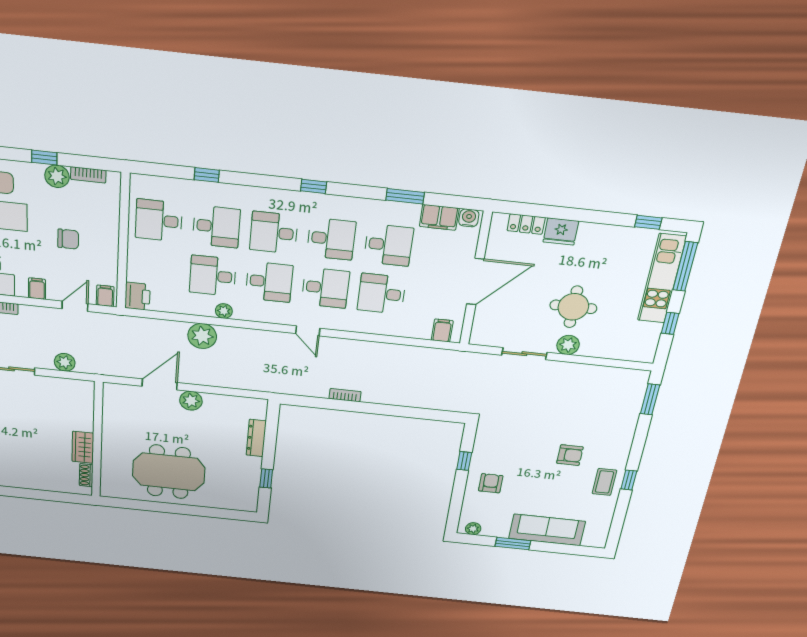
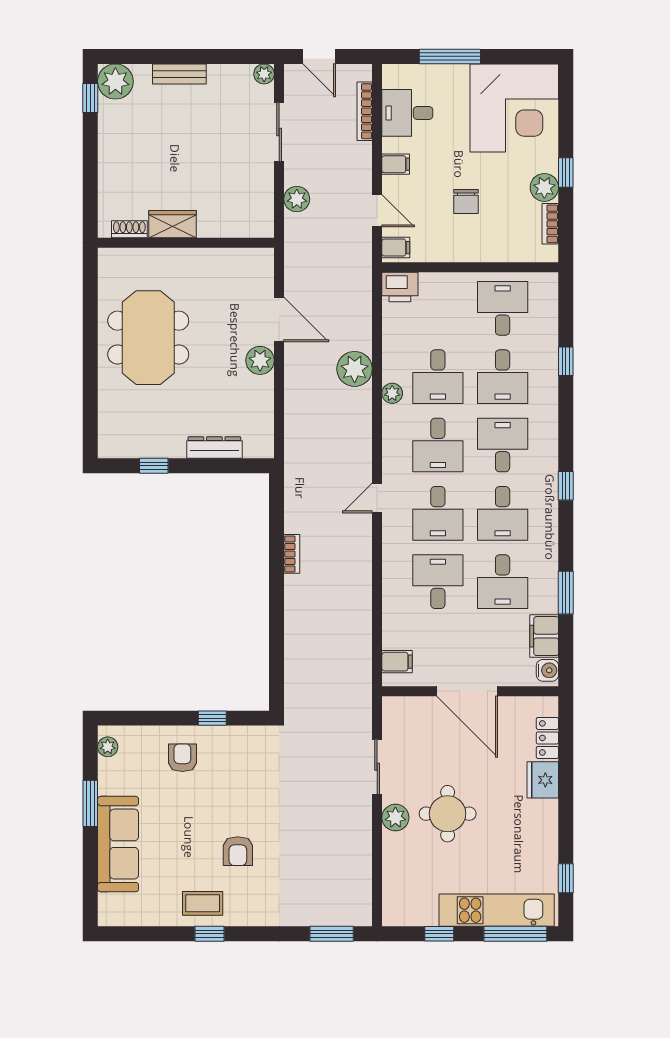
desk: (213, 276) -> (438, 377), turned 180
armchair: (491, 483) -> (182, 758), turned -90

